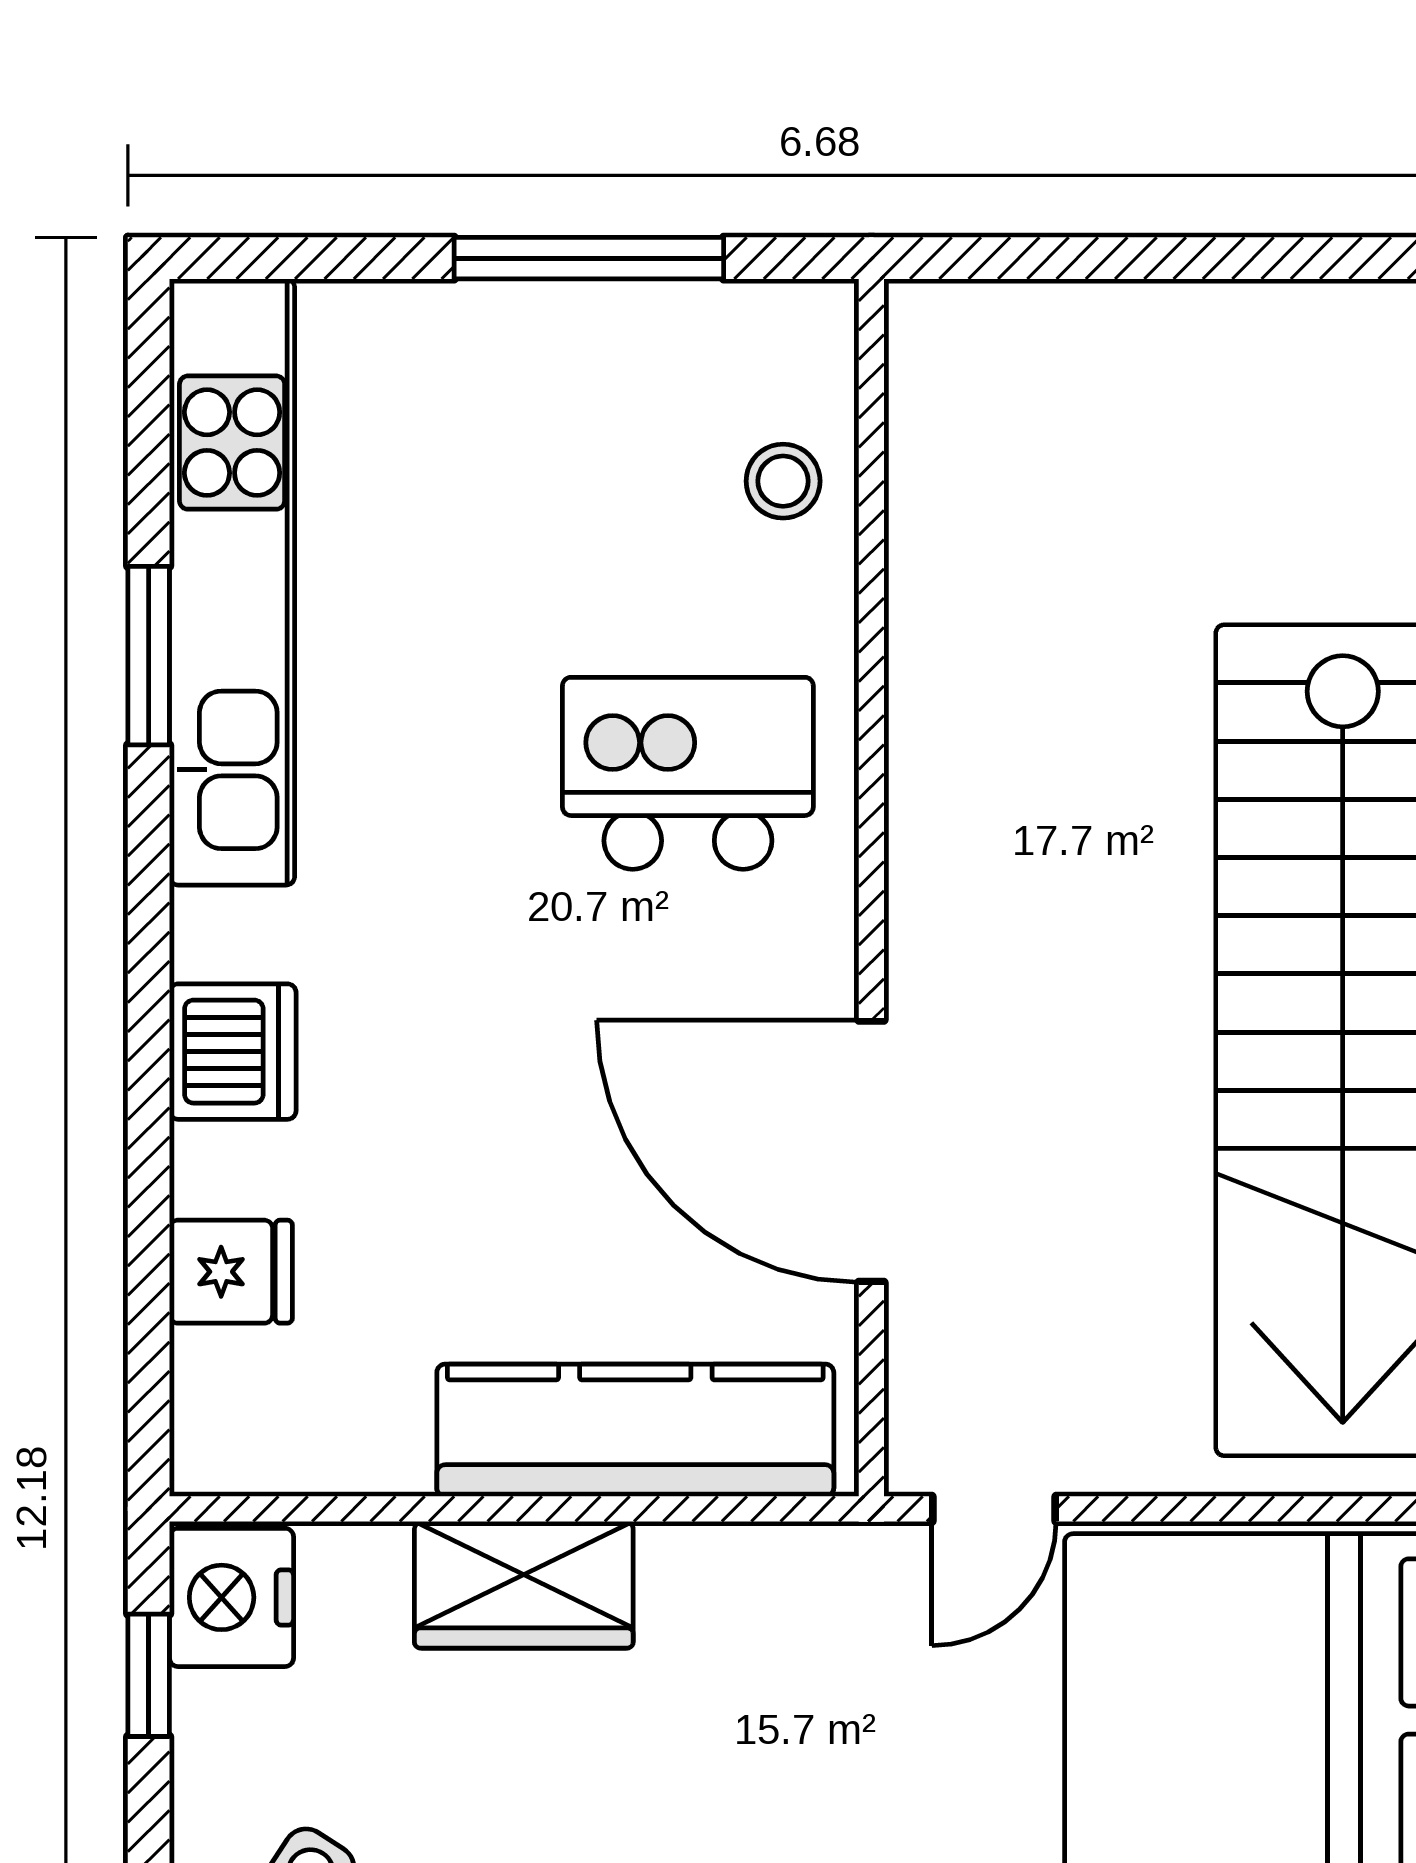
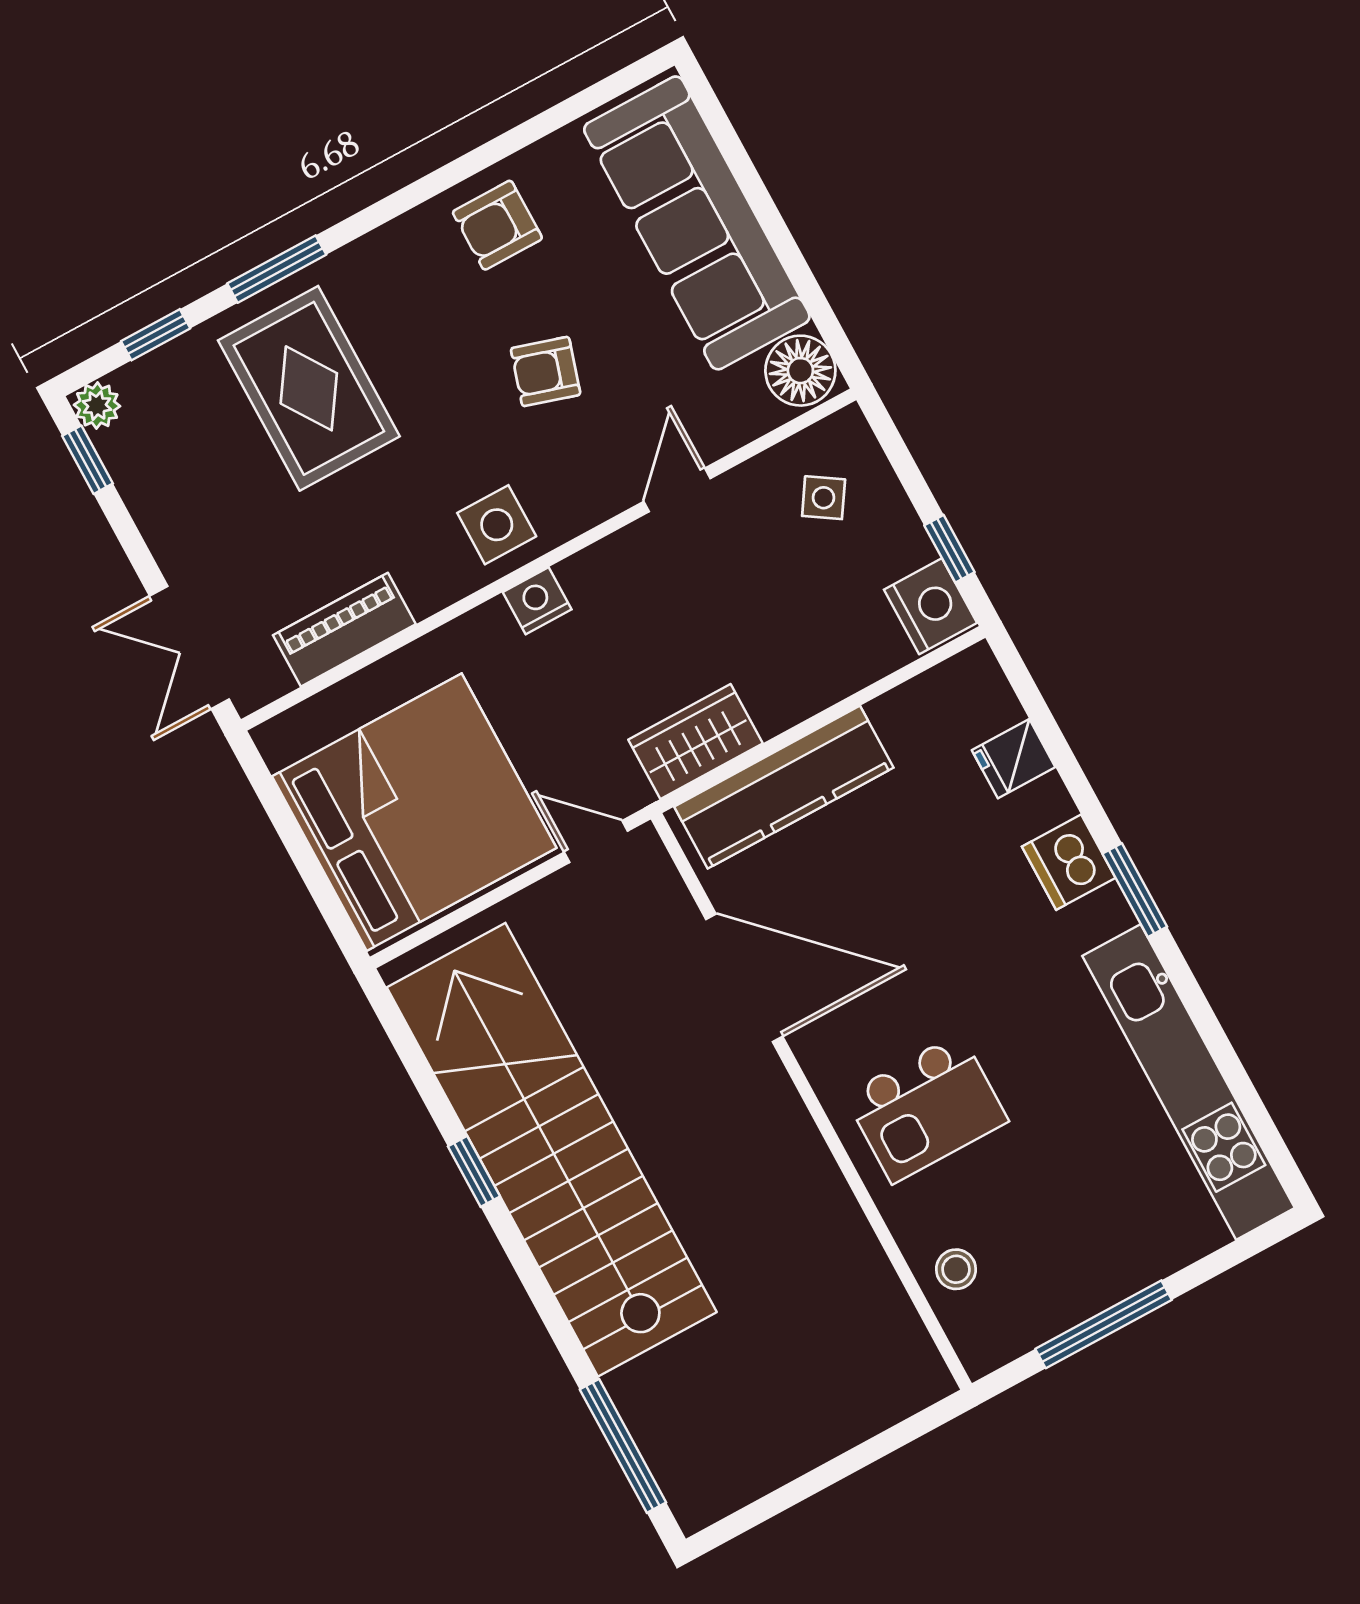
window: (149, 656) -> (1135, 890), moved
door: (994, 1509) -> (596, 842), hinge flipped
wardrobe: (524, 1585) -> (696, 741), moved

